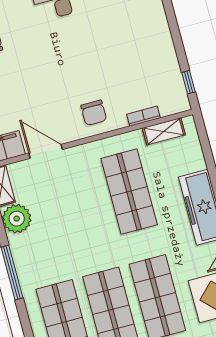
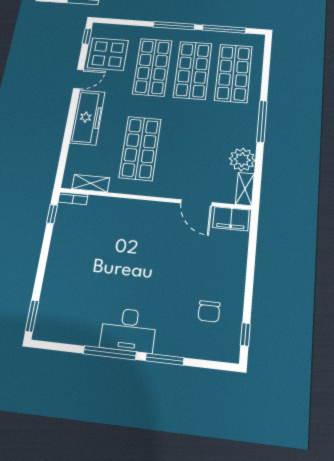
chair: (94, 113) -> (142, 219), removed
bookcase: (144, 116) -> (73, 198), moved

